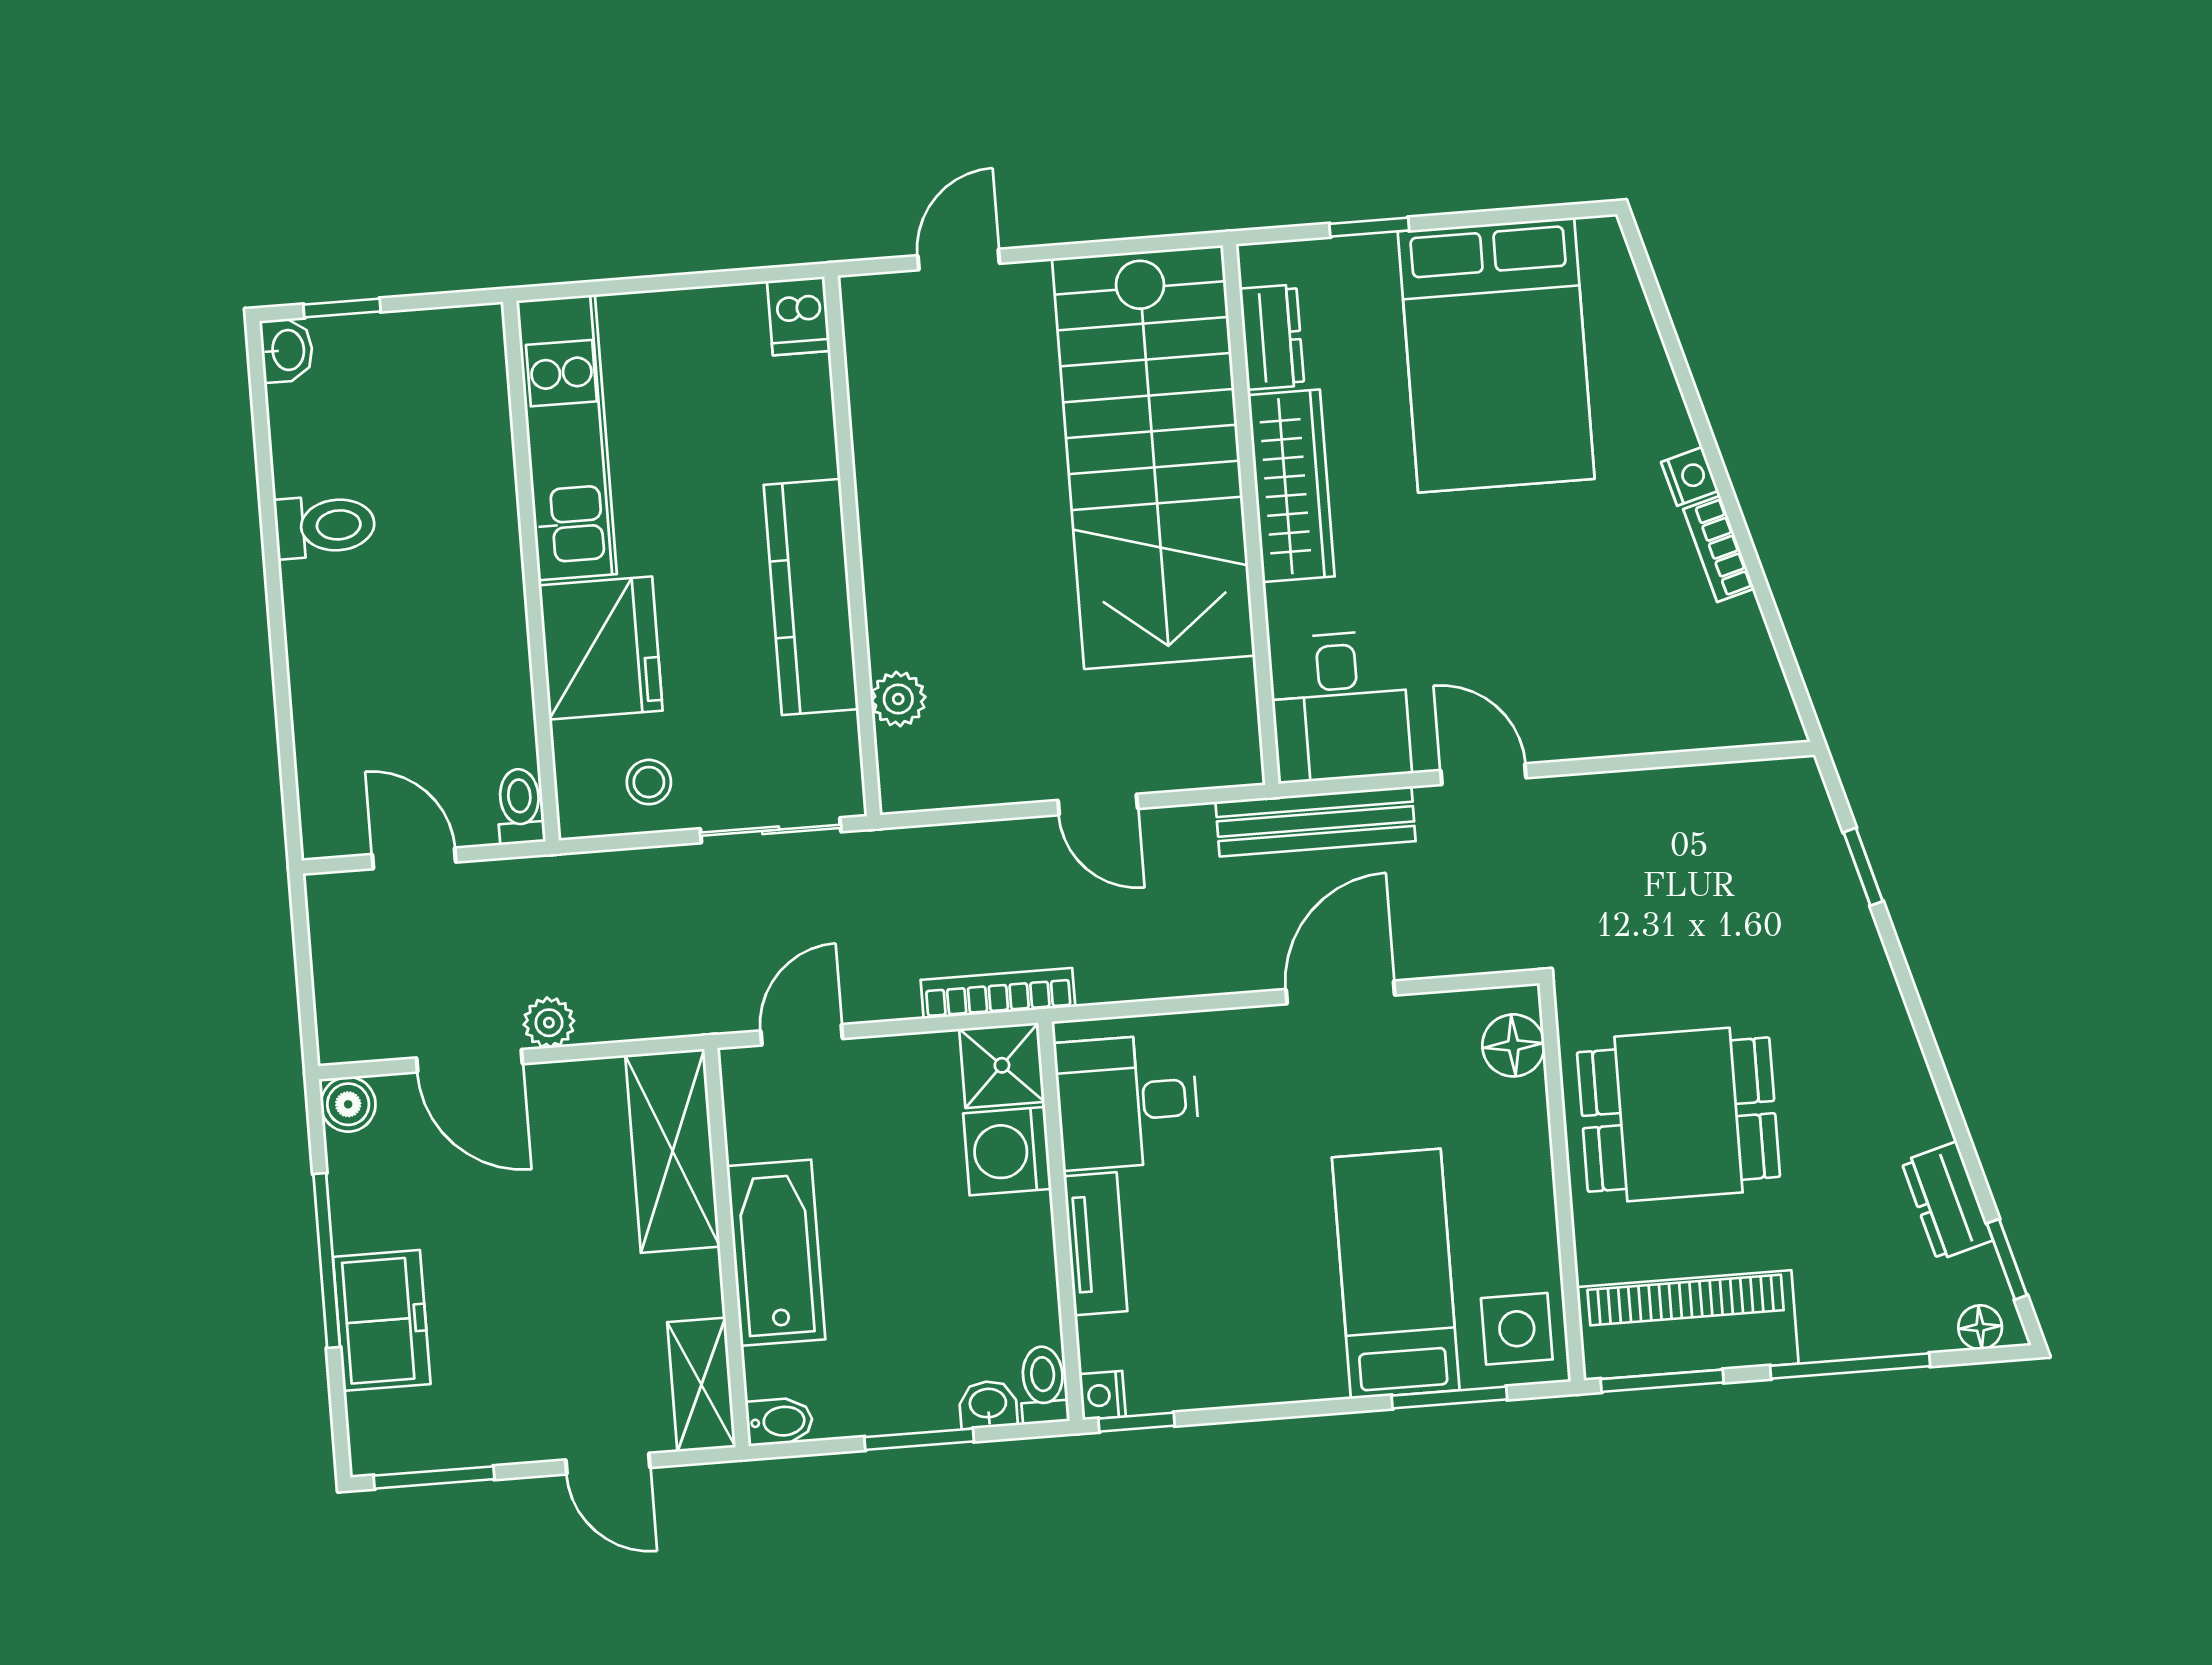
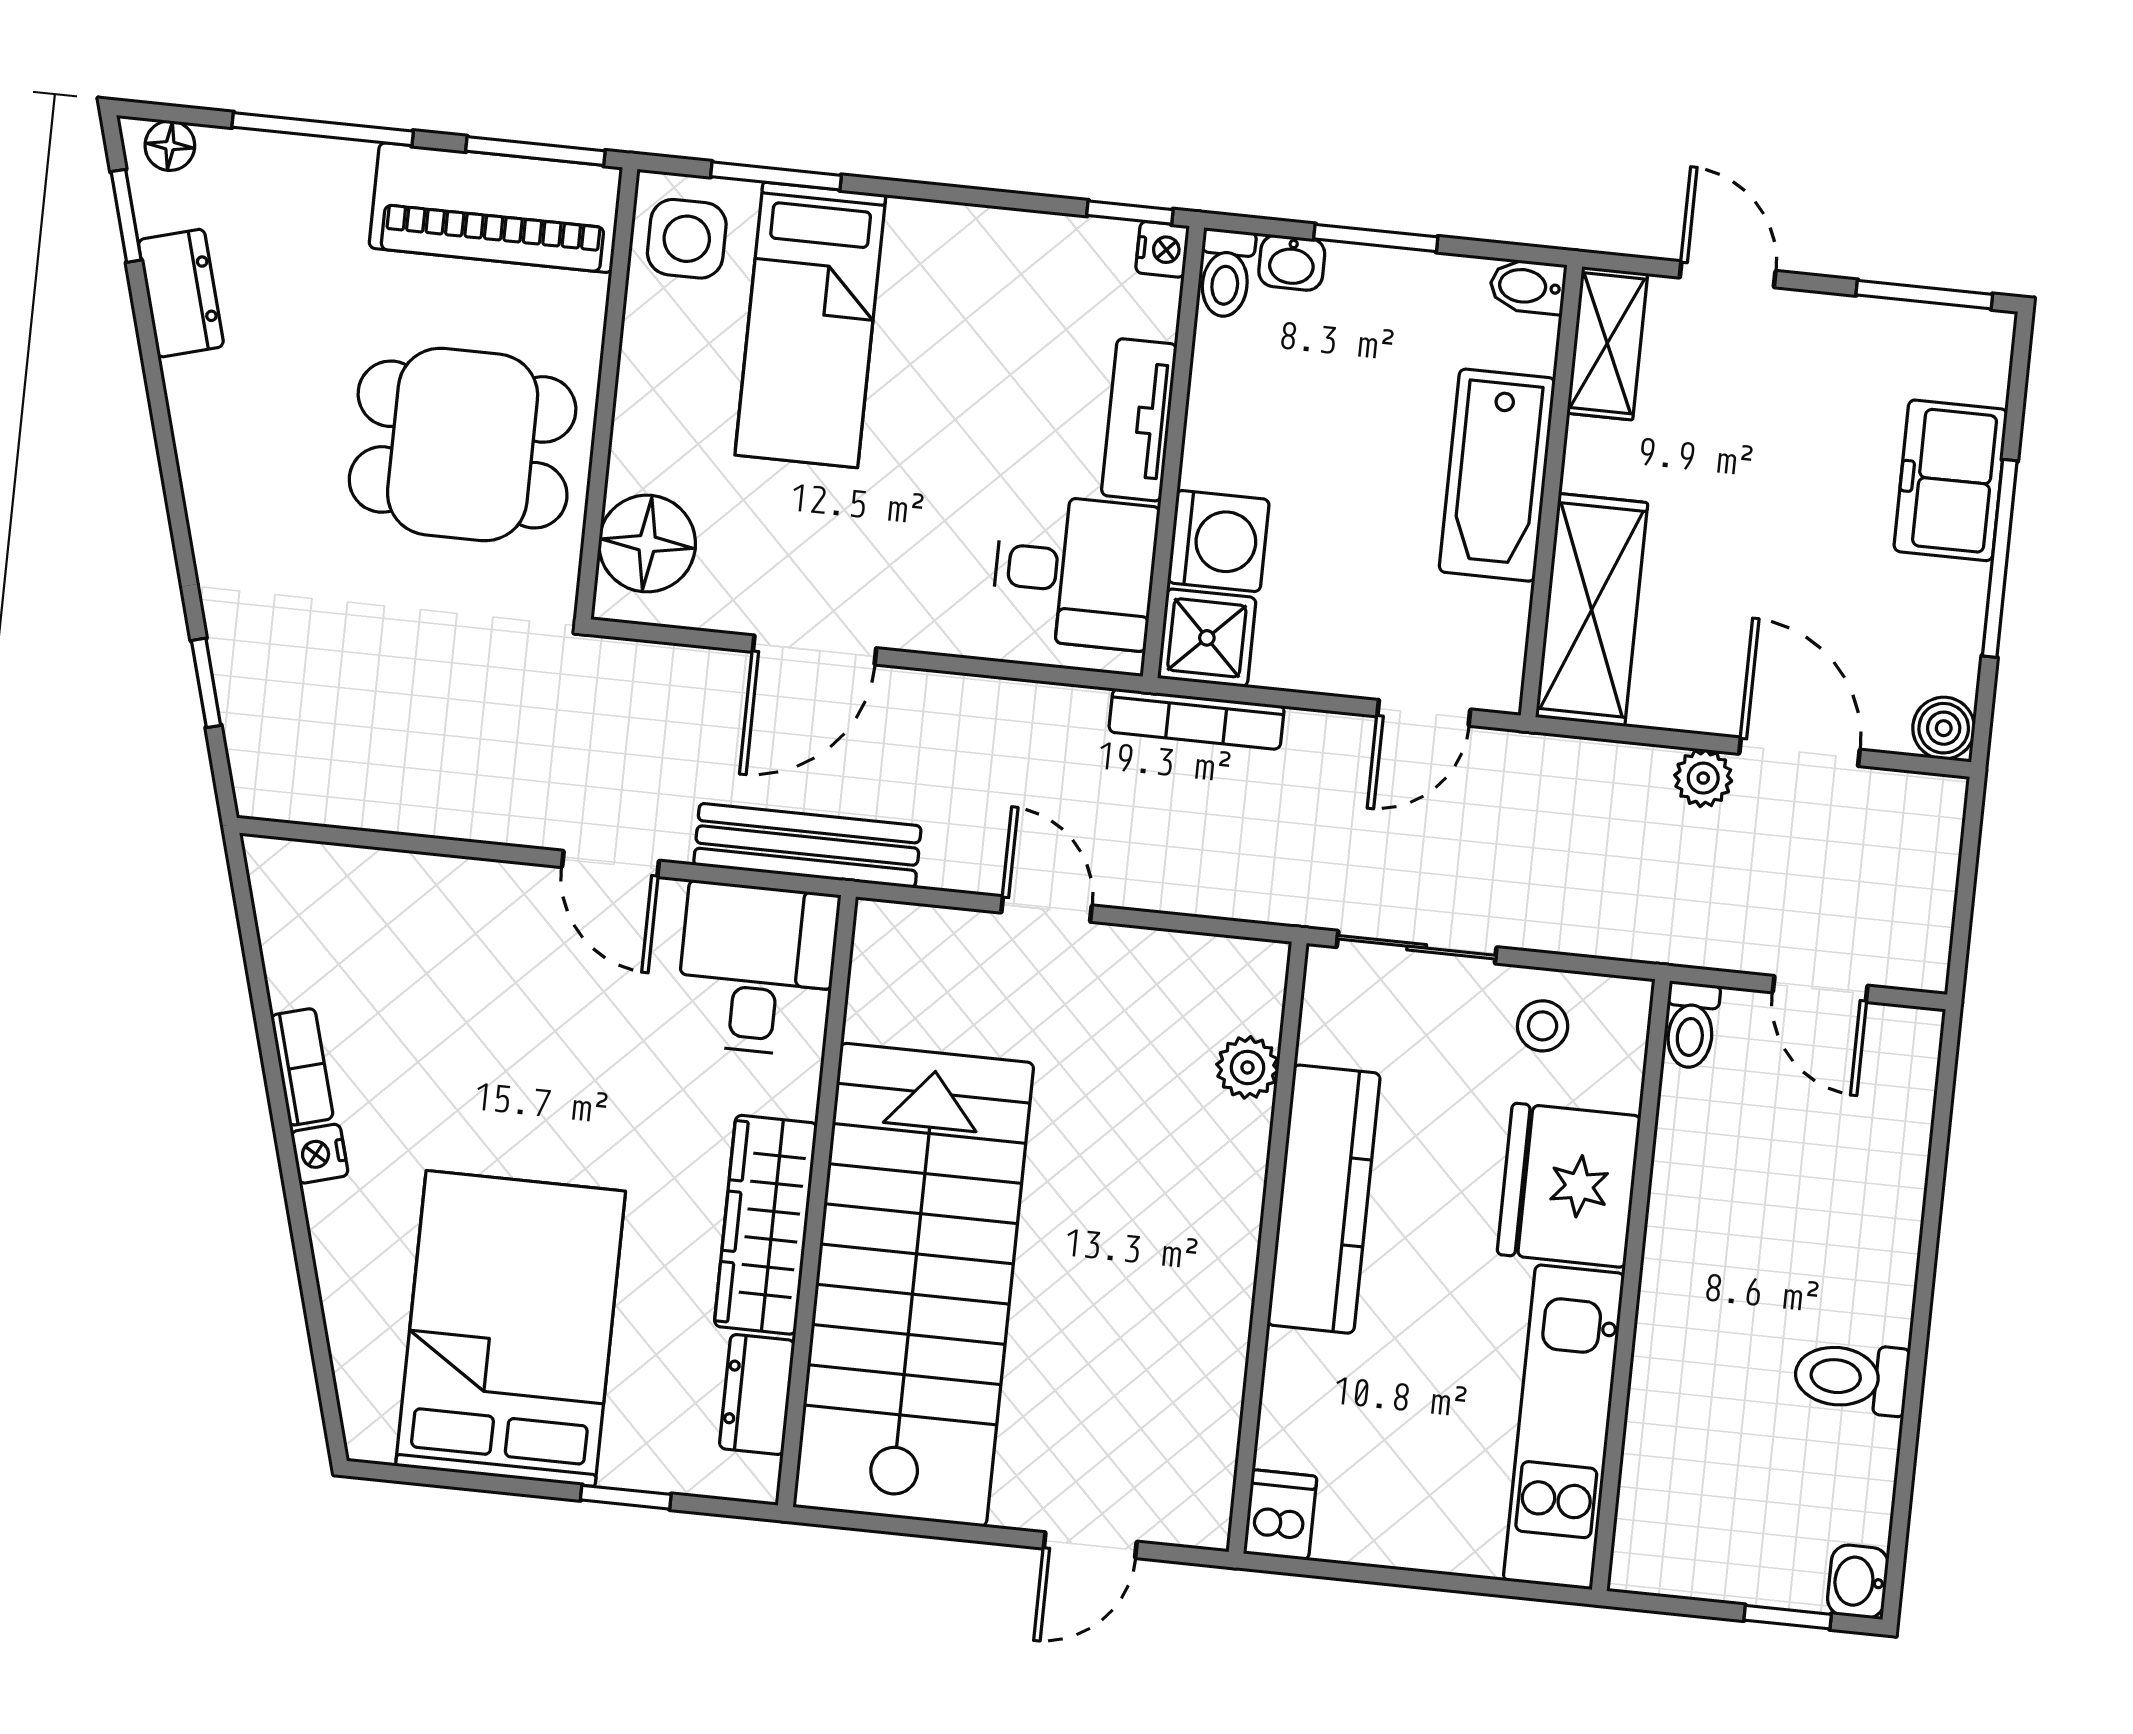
floor lamp: (1513, 1045) -> (647, 544), width x1.38, depth x1.38

